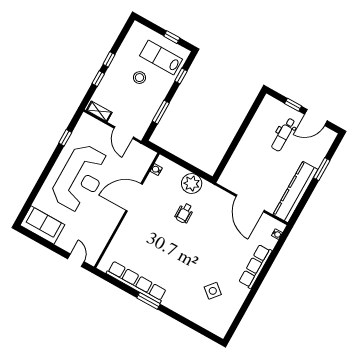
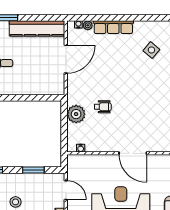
door: (124, 133) -> (66, 190), hinge flipped
door: (134, 197) -> (133, 153), moved
plant: (271, 243) -> (88, 25), added

